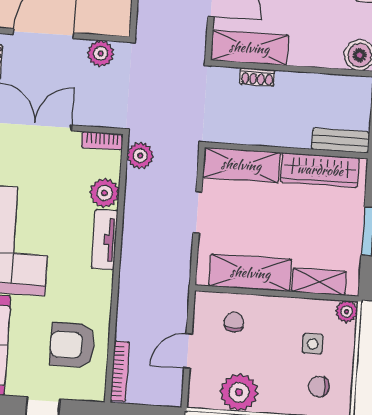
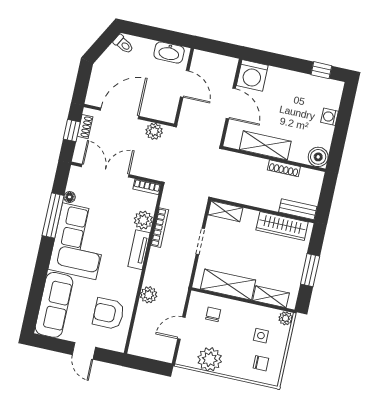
shelving: (249, 48) -> (265, 145), moved
shoe rack: (257, 77) -> (284, 168), moved, width x1.43
plant: (140, 156) -> (149, 295), moved
shelving: (241, 165) -> (225, 211), width x0.67, depth x0.75
bookcase: (120, 371) -> (160, 228), moved
chair: (319, 387) -> (261, 363), turned 180

